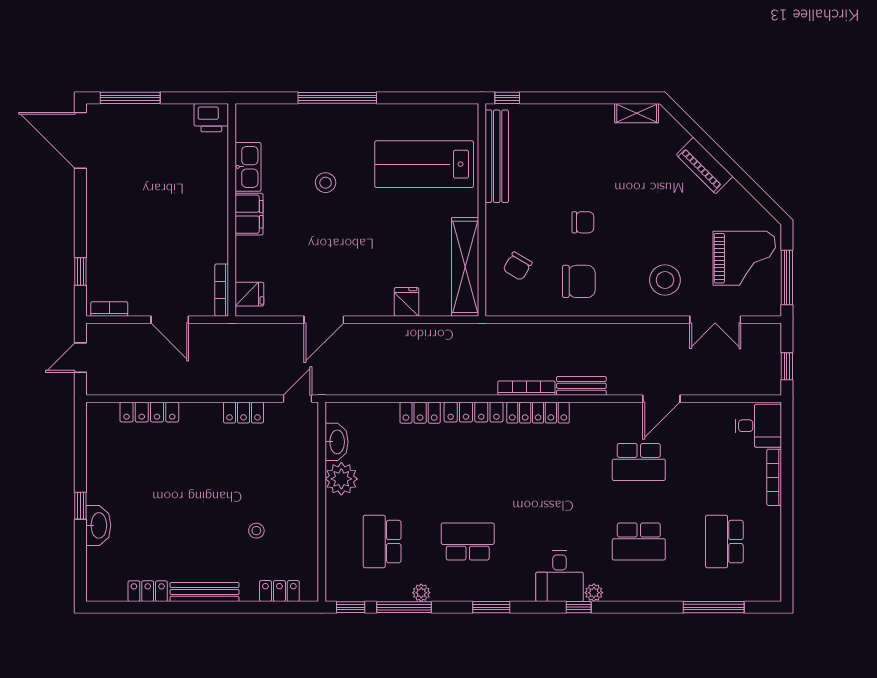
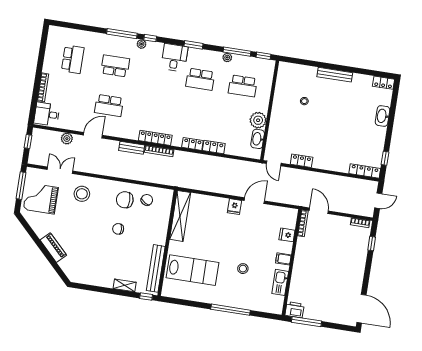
window: (130, 98) -> (307, 322), moved
shelving: (637, 113) -> (125, 285), moved
filing cabinet: (249, 214) -> (283, 259), width x0.50
chair: (518, 266) -> (147, 200), moved
fridge: (249, 294) -> (287, 235), moved
fridge: (407, 302) -> (234, 207), moved
door: (170, 320) -> (319, 211), moved
plant: (711, 384) -> (67, 139), added
door: (297, 399) -> (274, 163), hinge flipped
locker: (149, 412) -> (365, 171), moved
locker: (474, 412) -> (192, 144), width x0.66
school desk: (639, 462) -> (109, 105), turned 180
window: (80, 506) -> (385, 158), moved
school desk: (382, 542) -> (243, 86), turned 90
desk: (559, 576) -> (174, 58), moved
locker: (148, 591) -> (383, 83), moved
locker: (279, 591) -> (298, 69), removed
window: (714, 607) -> (122, 34), moved

